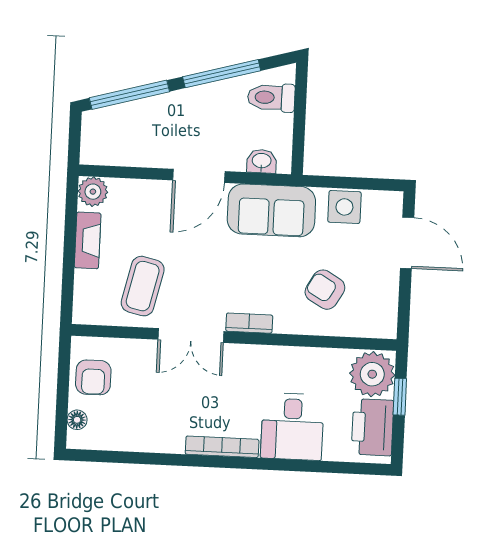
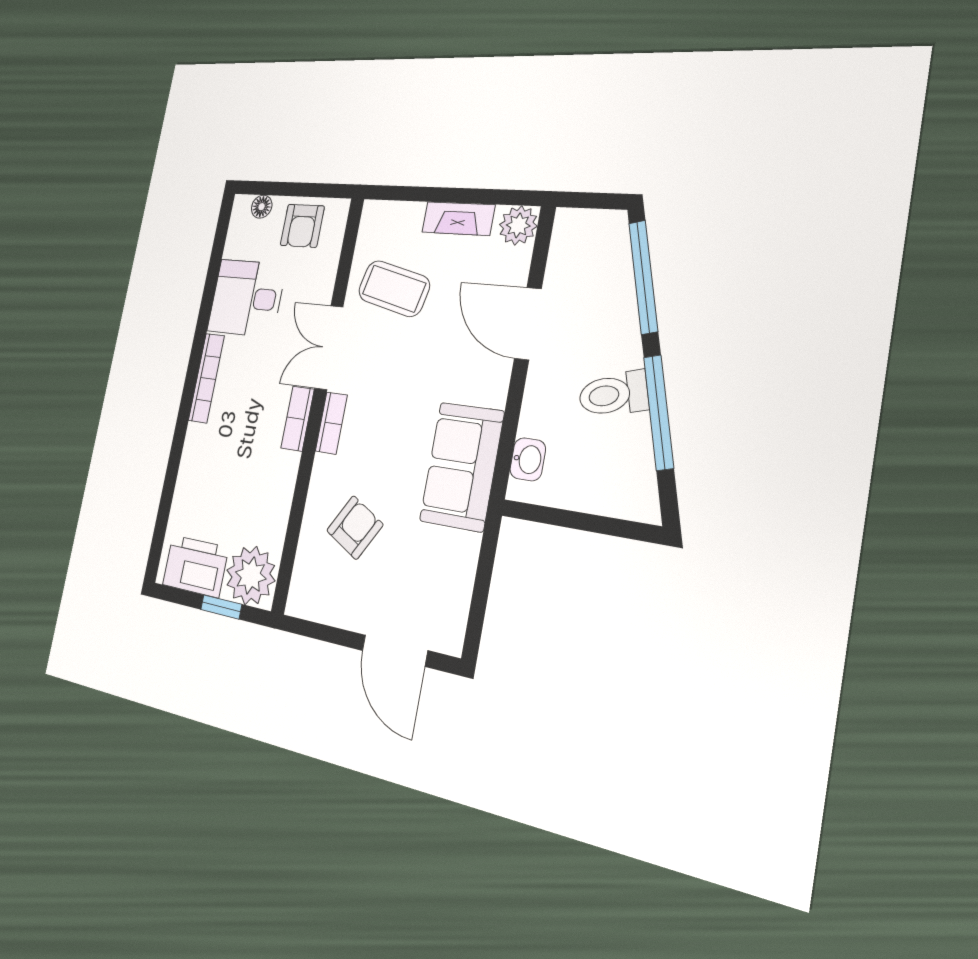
toilet: (271, 98) -> (613, 394), moved, turned -106
door: (199, 176) -> (528, 324), moved
side table: (344, 207) -> (452, 570), removed
door: (407, 243) -> (395, 651), hinge flipped
bookcase: (248, 354) -> (298, 419), added
armchair: (93, 377) -> (302, 226), turned -90
desk: (292, 427) -> (247, 298), moved

